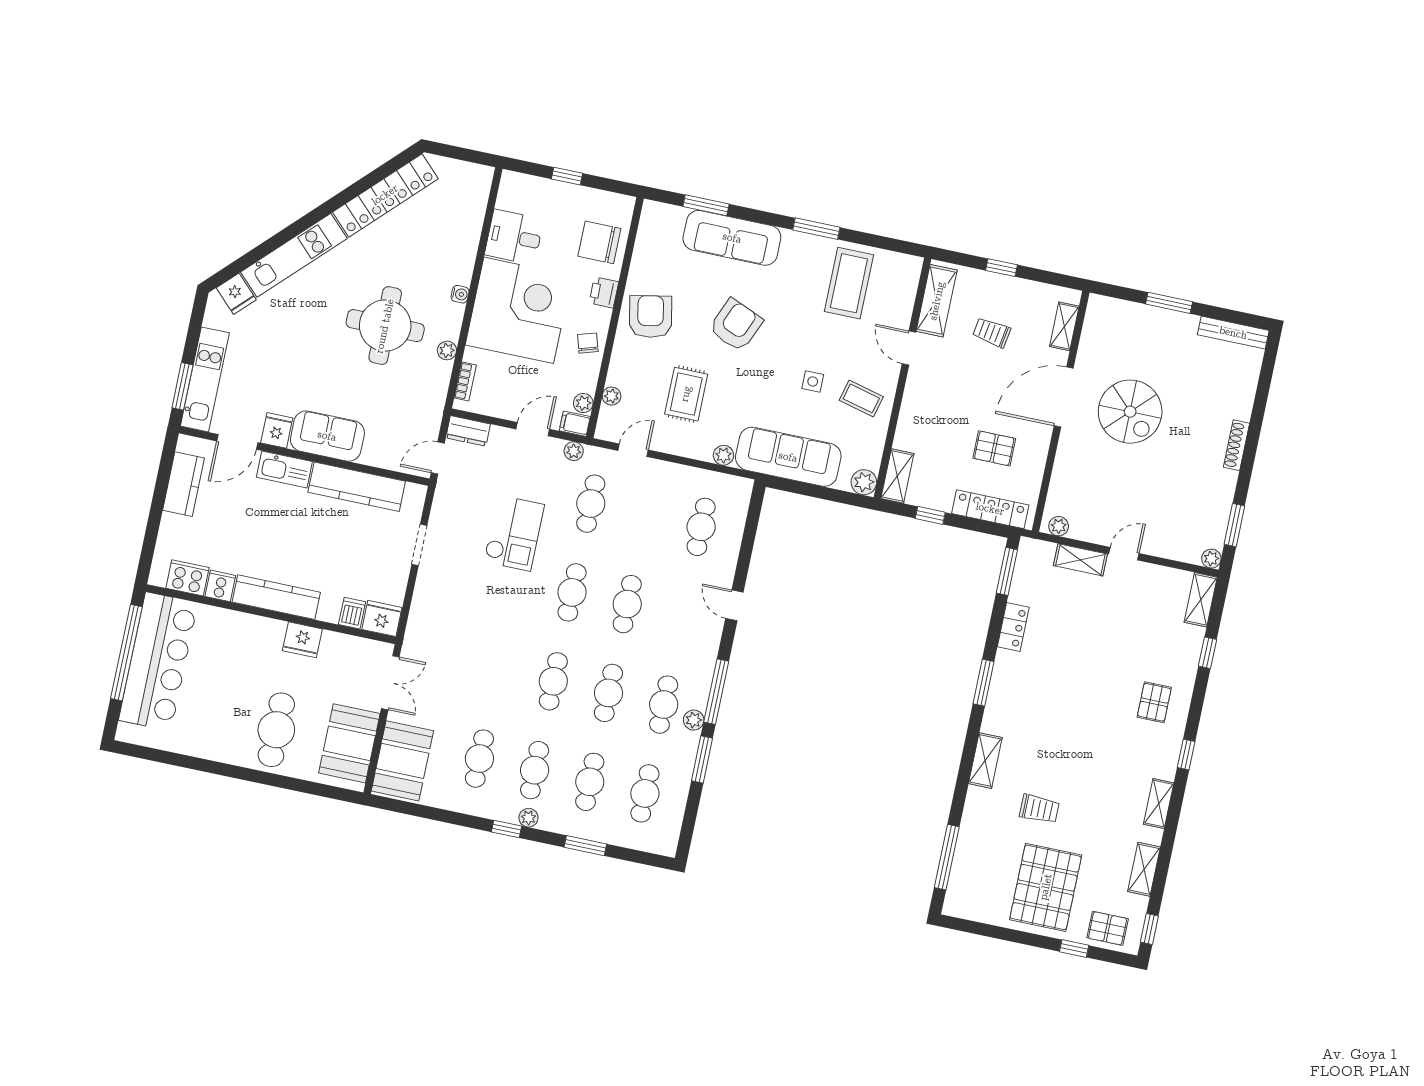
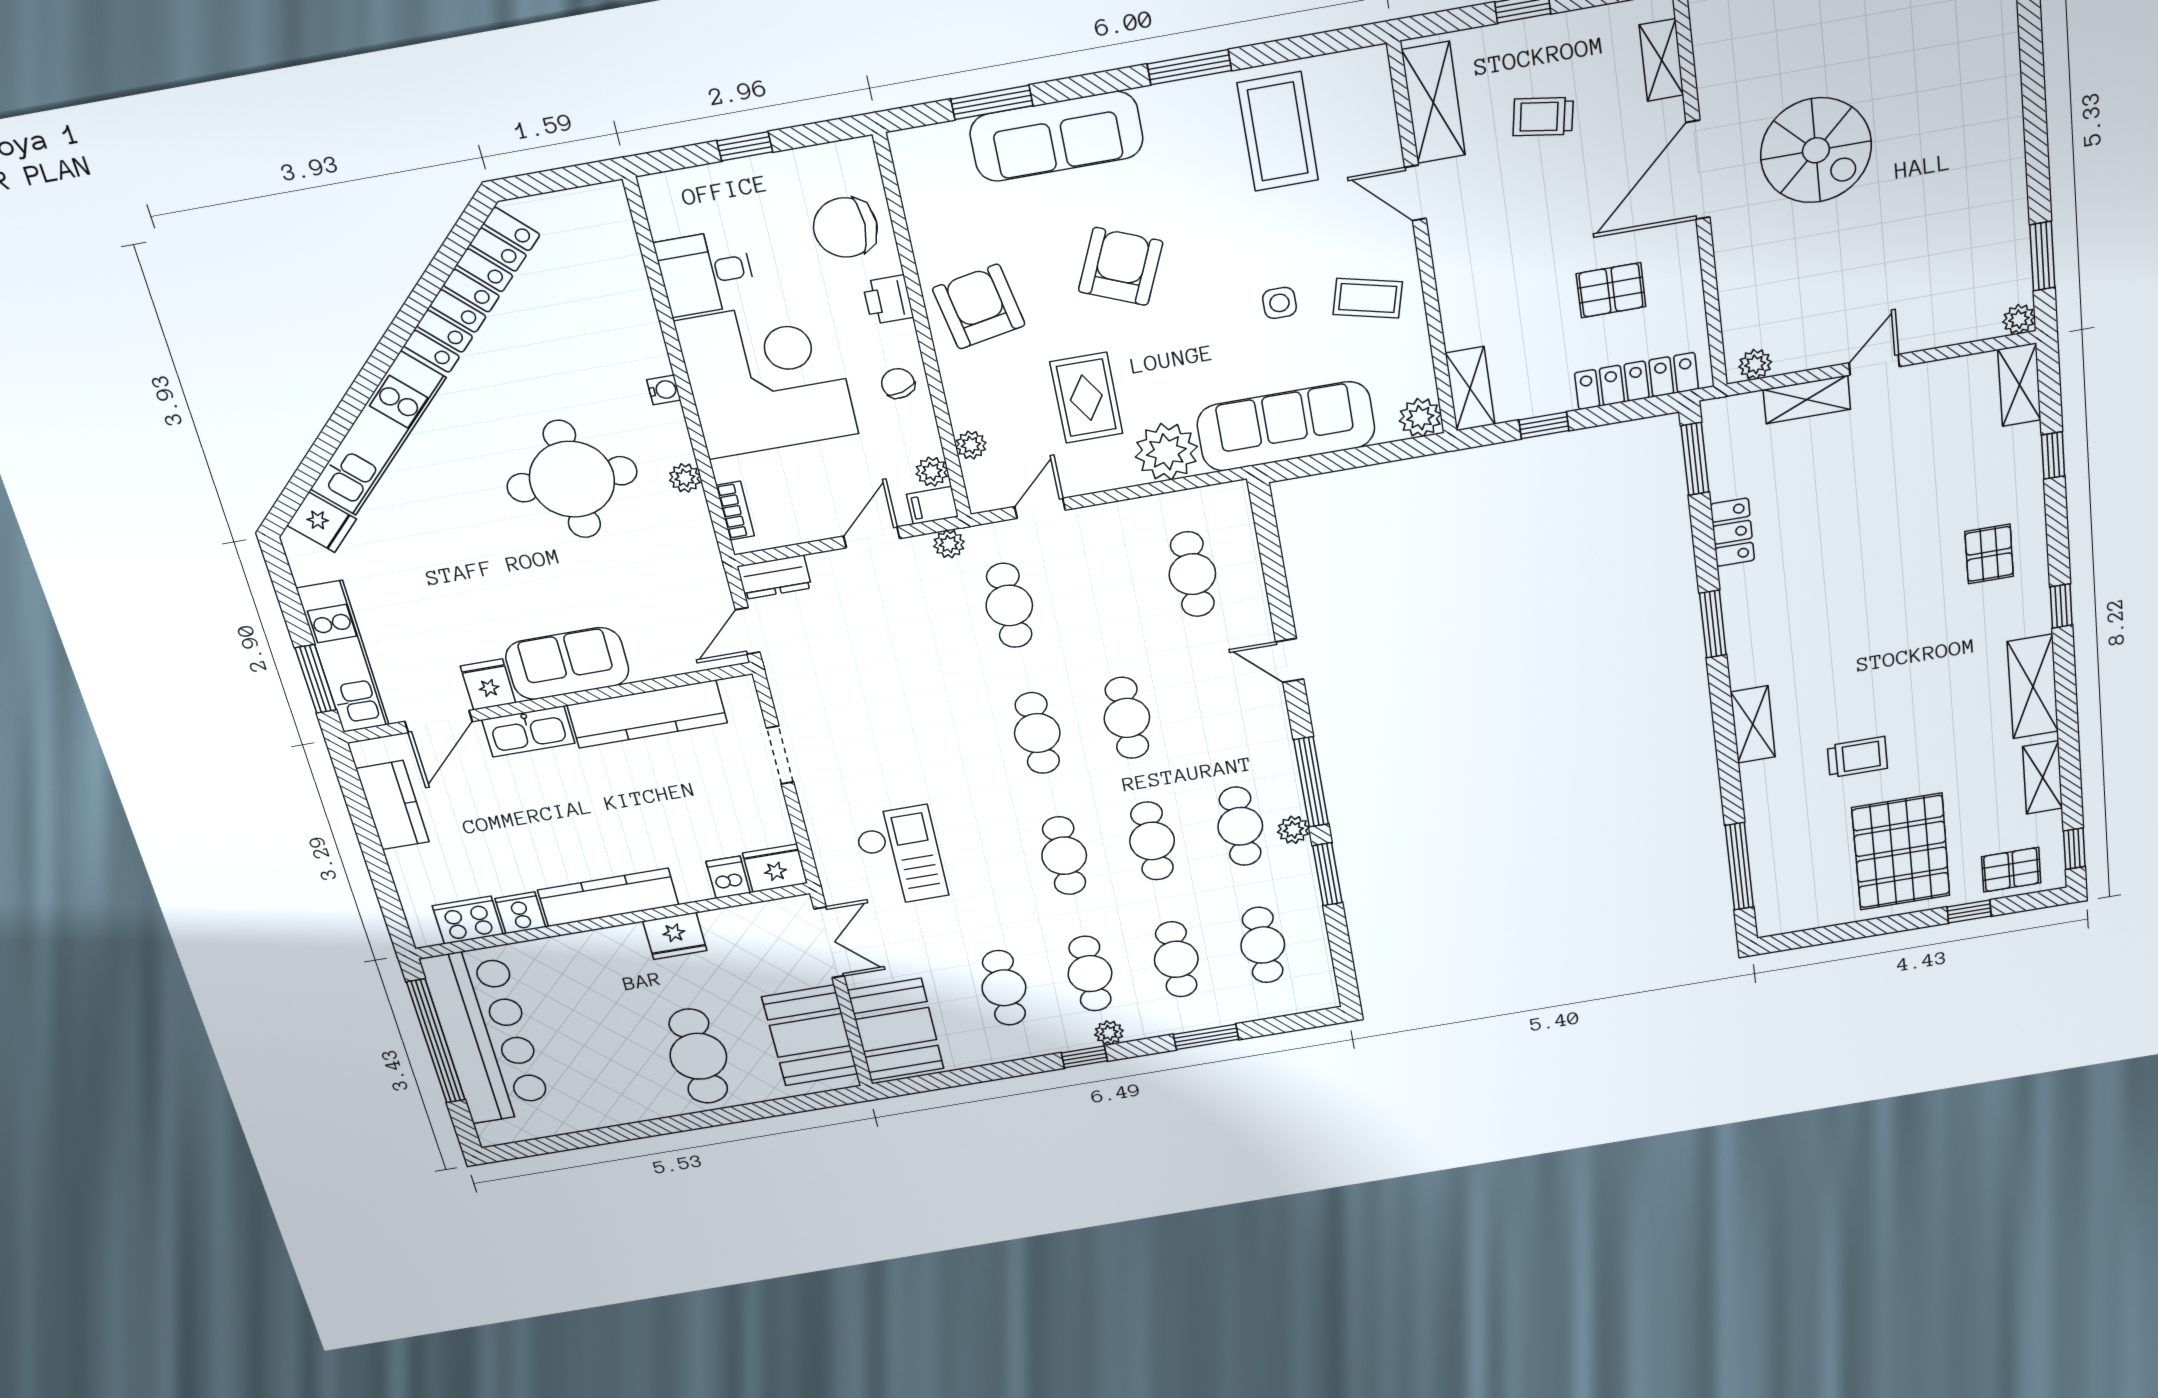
shoe rack: (1236, 445) -> (2010, 134), removed
plant: (723, 455) -> (1166, 452), width x1.87, depth x1.87
checkout: (514, 533) -> (901, 856), moved
shelving: (1159, 804) -> (2033, 687), width x1.50, depth x1.33

